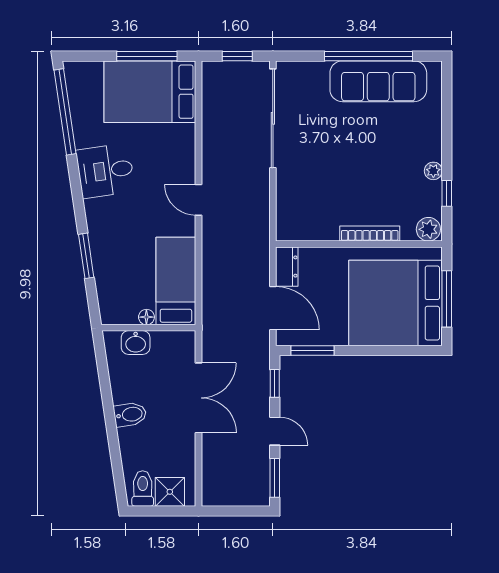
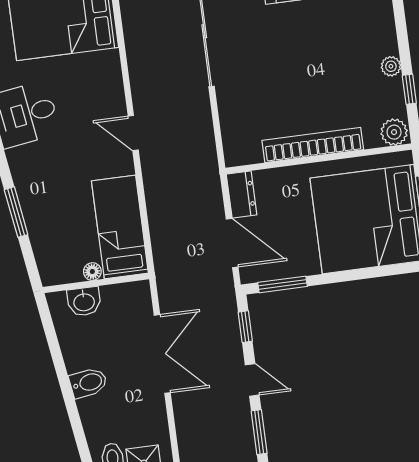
bookcase: (370, 234) -> (313, 145), width x1.48, depth x1.31

